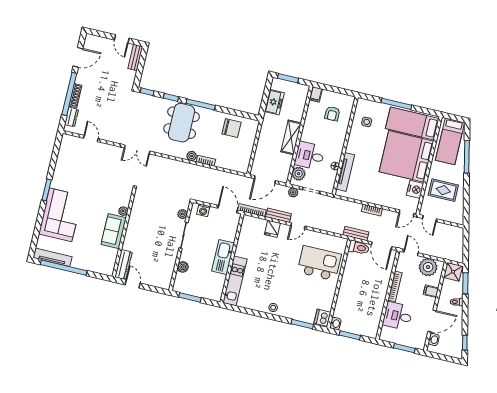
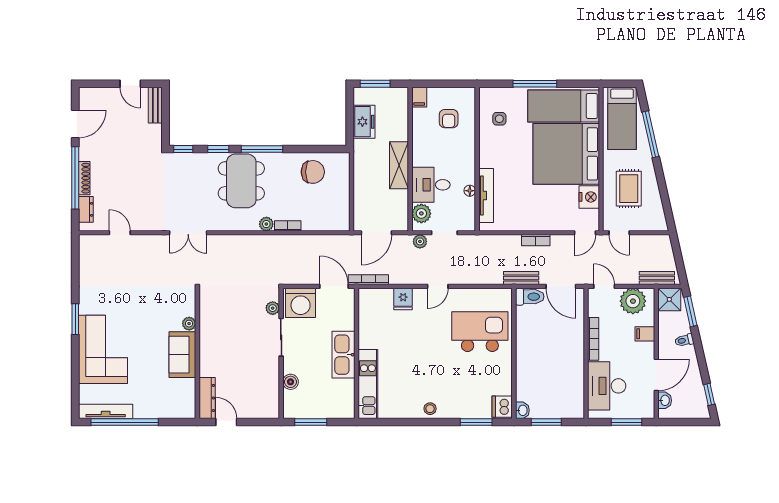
rug: (443, 190) -> (629, 189), turned 90
washing machine: (203, 210) -> (301, 303), width x1.89, depth x1.89
bench: (279, 215) -> (657, 278), moved
desk: (398, 316) -> (607, 386), width x1.37

